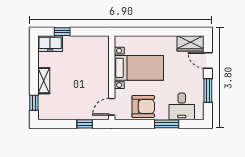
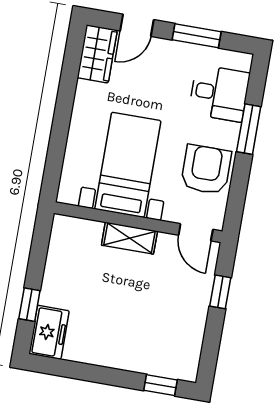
shelving: (44, 81) -> (129, 238), moved

